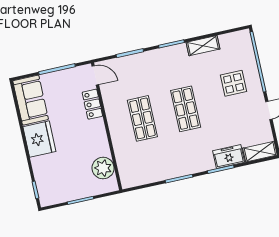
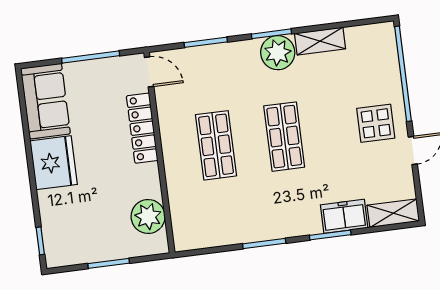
plant: (177, 55) -> (278, 53), added
display table: (234, 83) -> (376, 123), moved
locker: (92, 104) -> (142, 128), width x1.53

